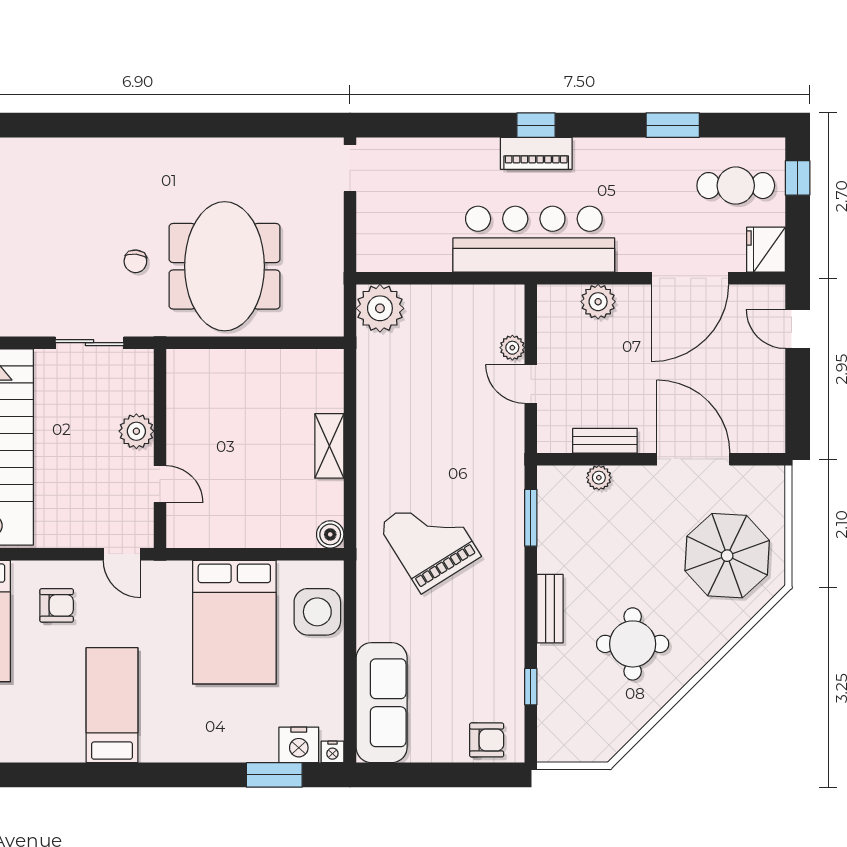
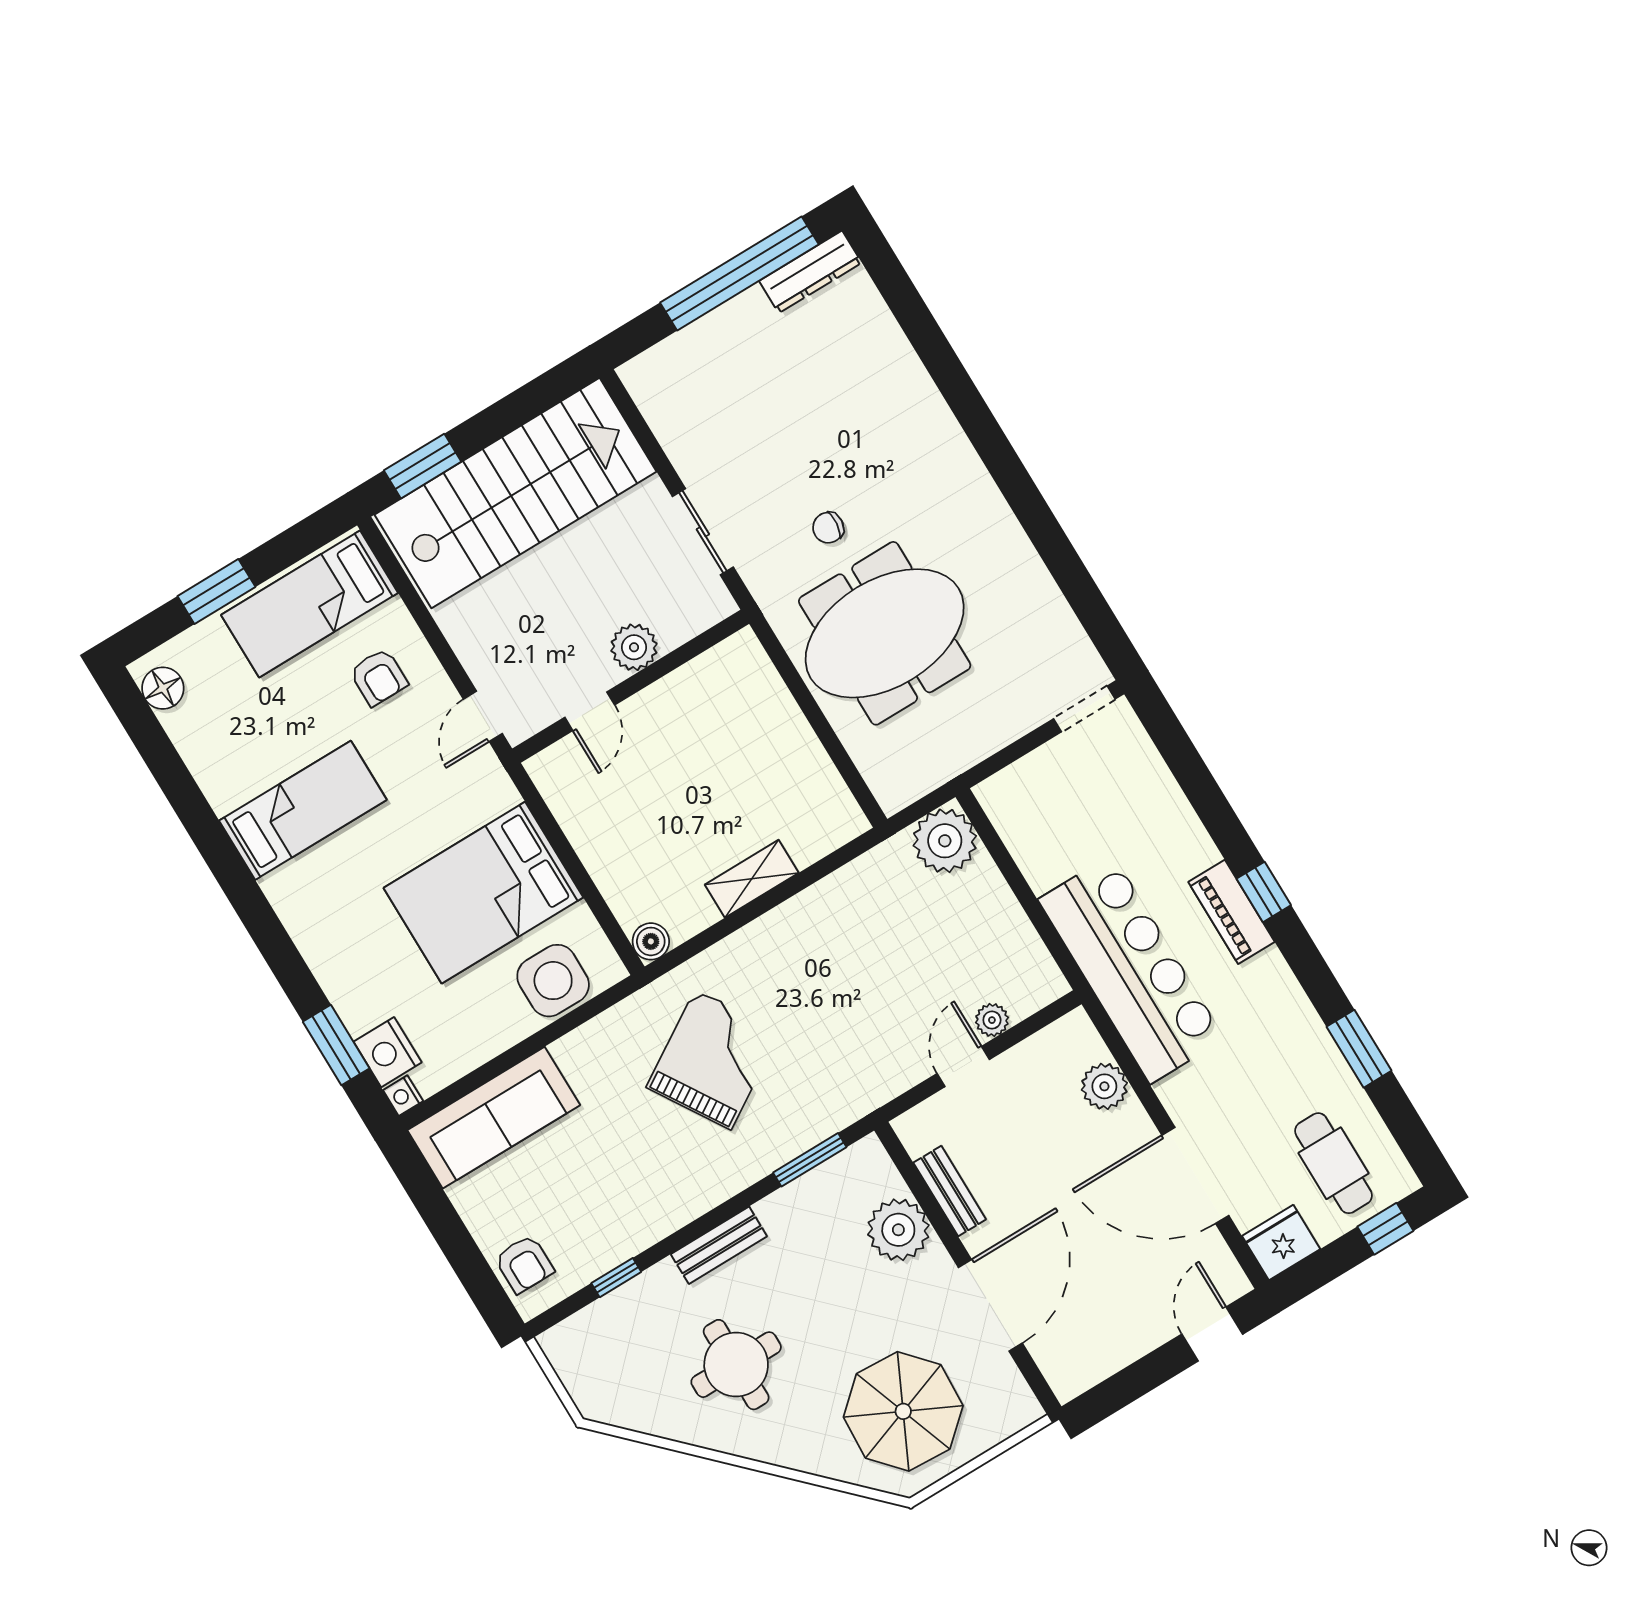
plant: (599, 478) -> (898, 1230), width x1.88, depth x1.88

